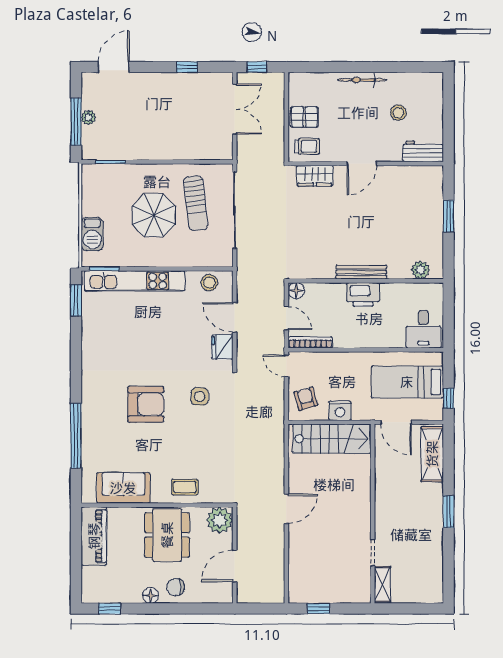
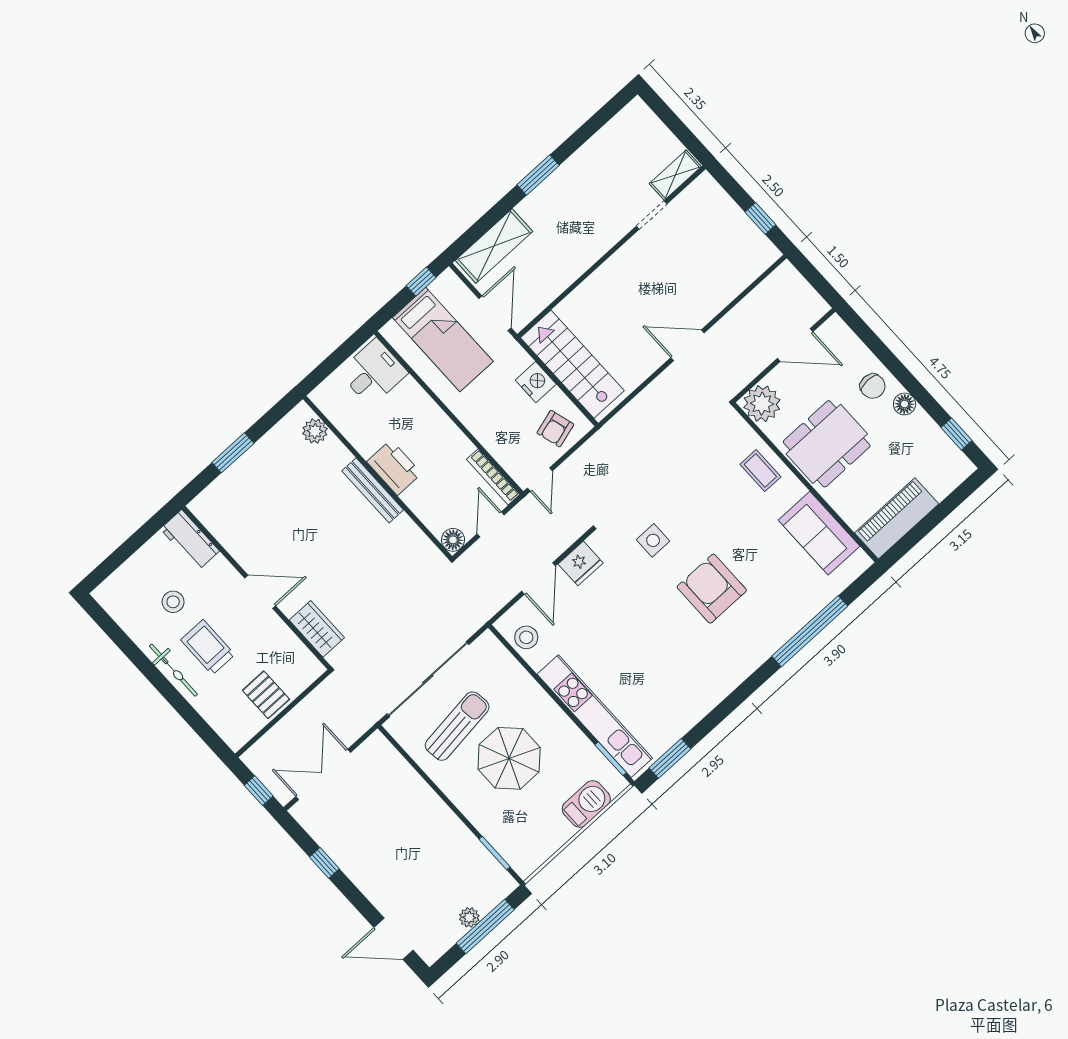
trolley: (307, 146) -> (208, 647), moved, width x1.36, depth x1.39

